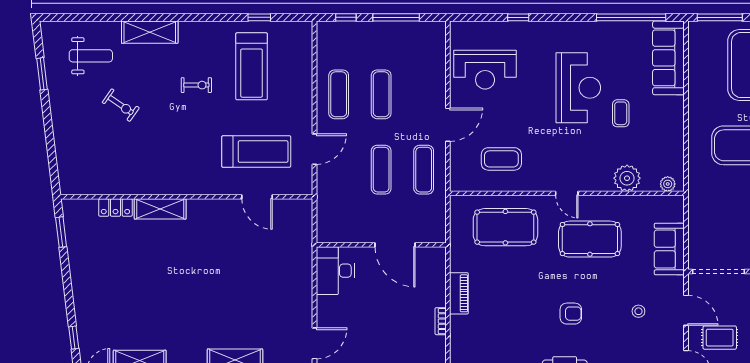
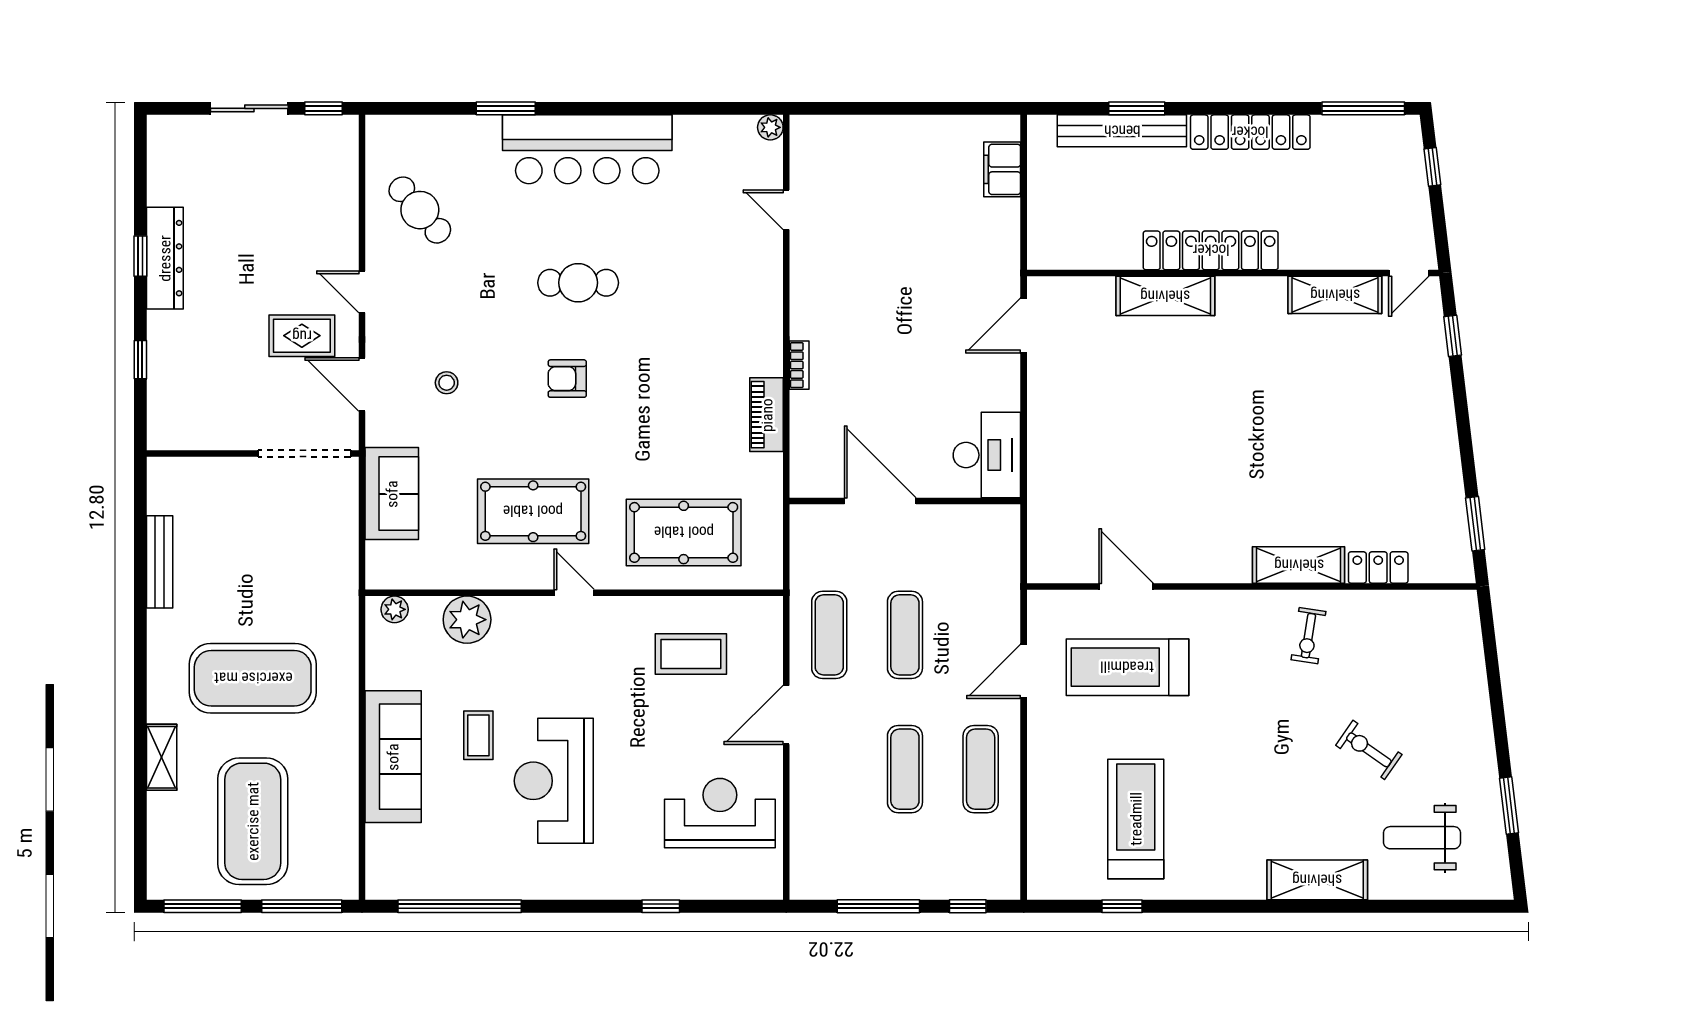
sofa: (668, 58) -> (393, 757), moved
exercise bike: (196, 85) -> (1308, 636), moved, turned -81

